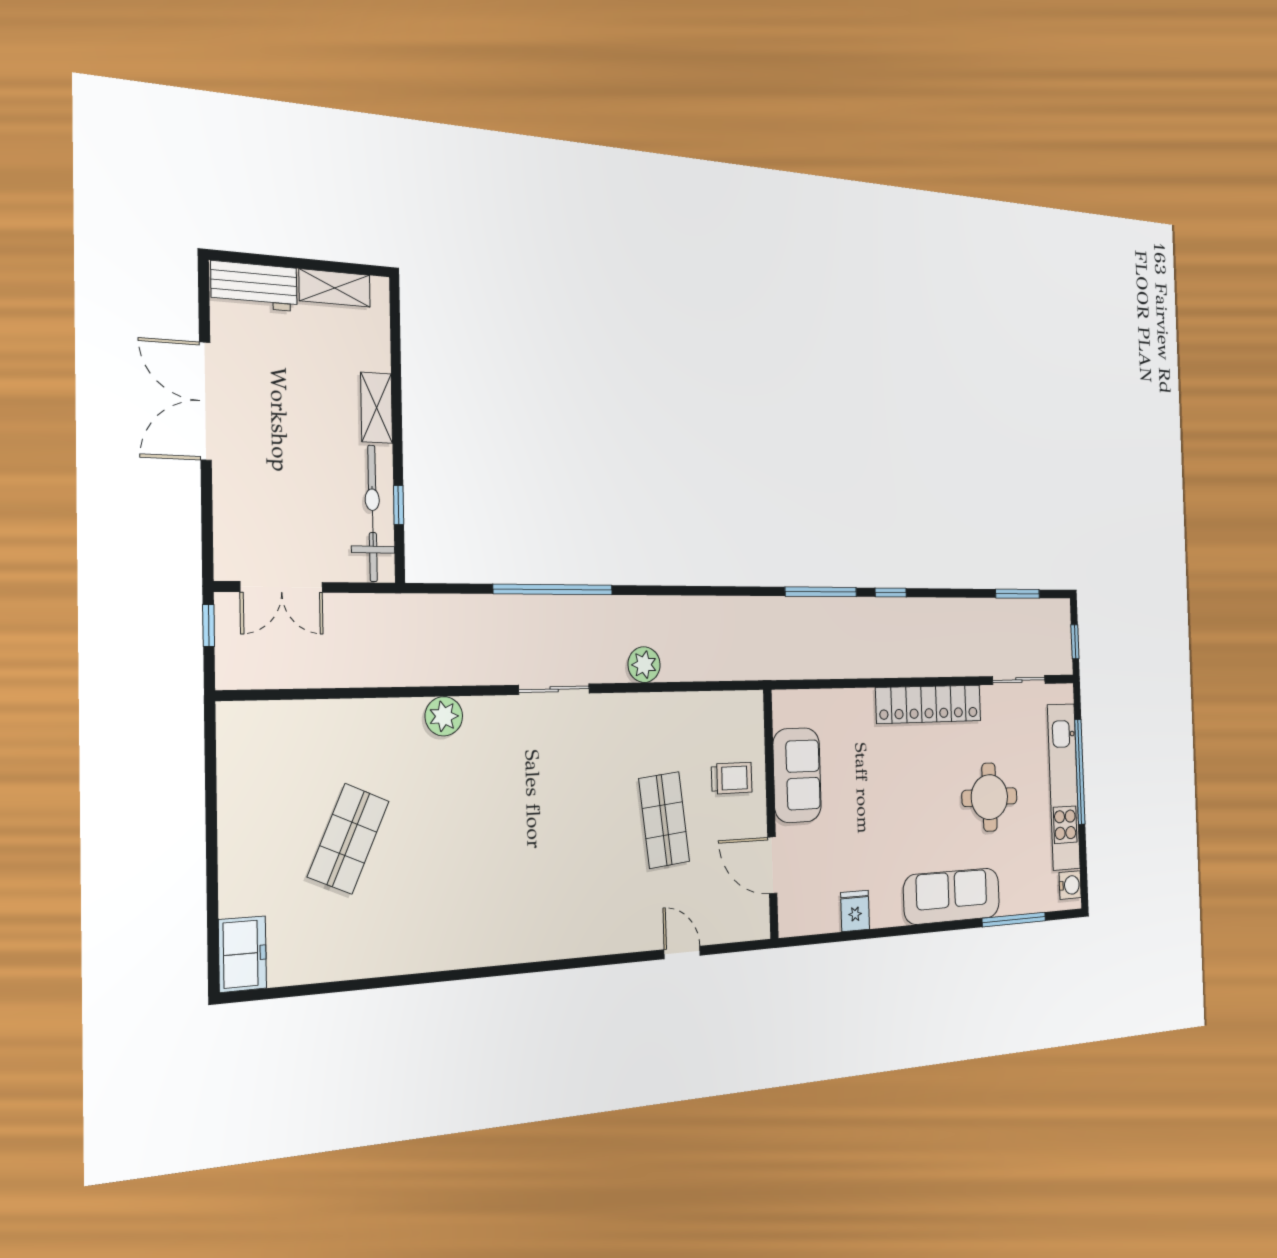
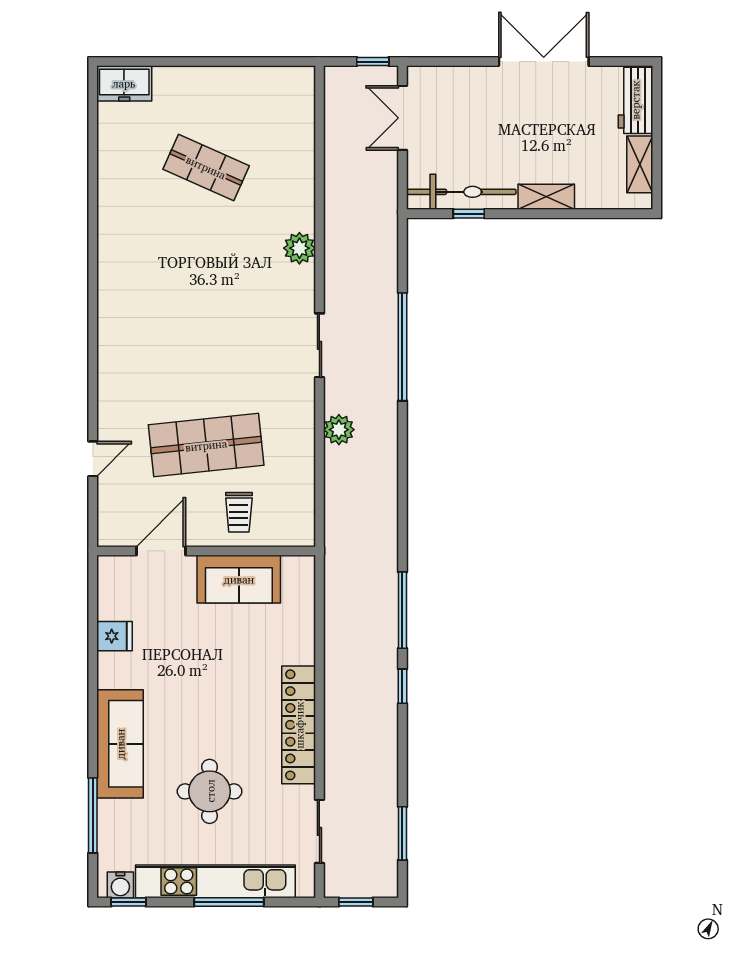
window: (1080, 772) -> (229, 902), width x0.68
shop shelf: (664, 820) -> (206, 445), width x1.43, depth x1.36
window: (1084, 875) -> (128, 902), added

